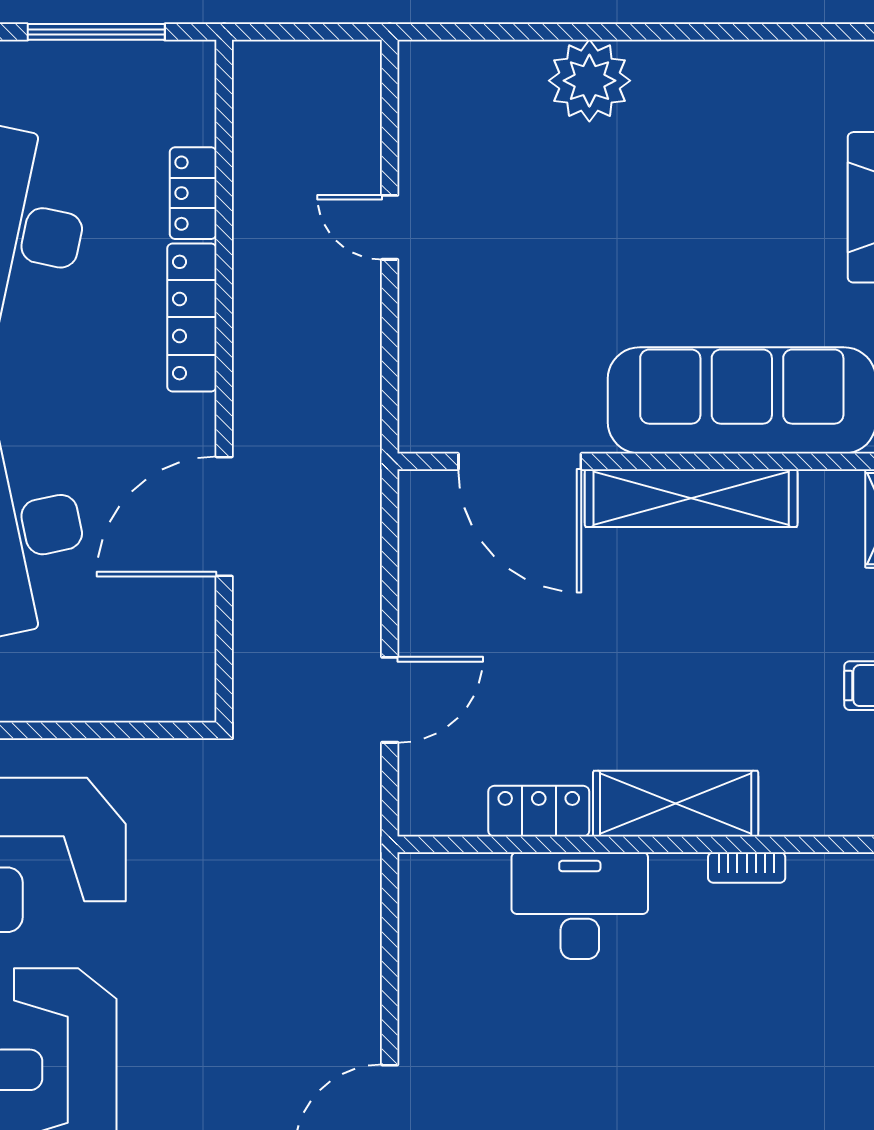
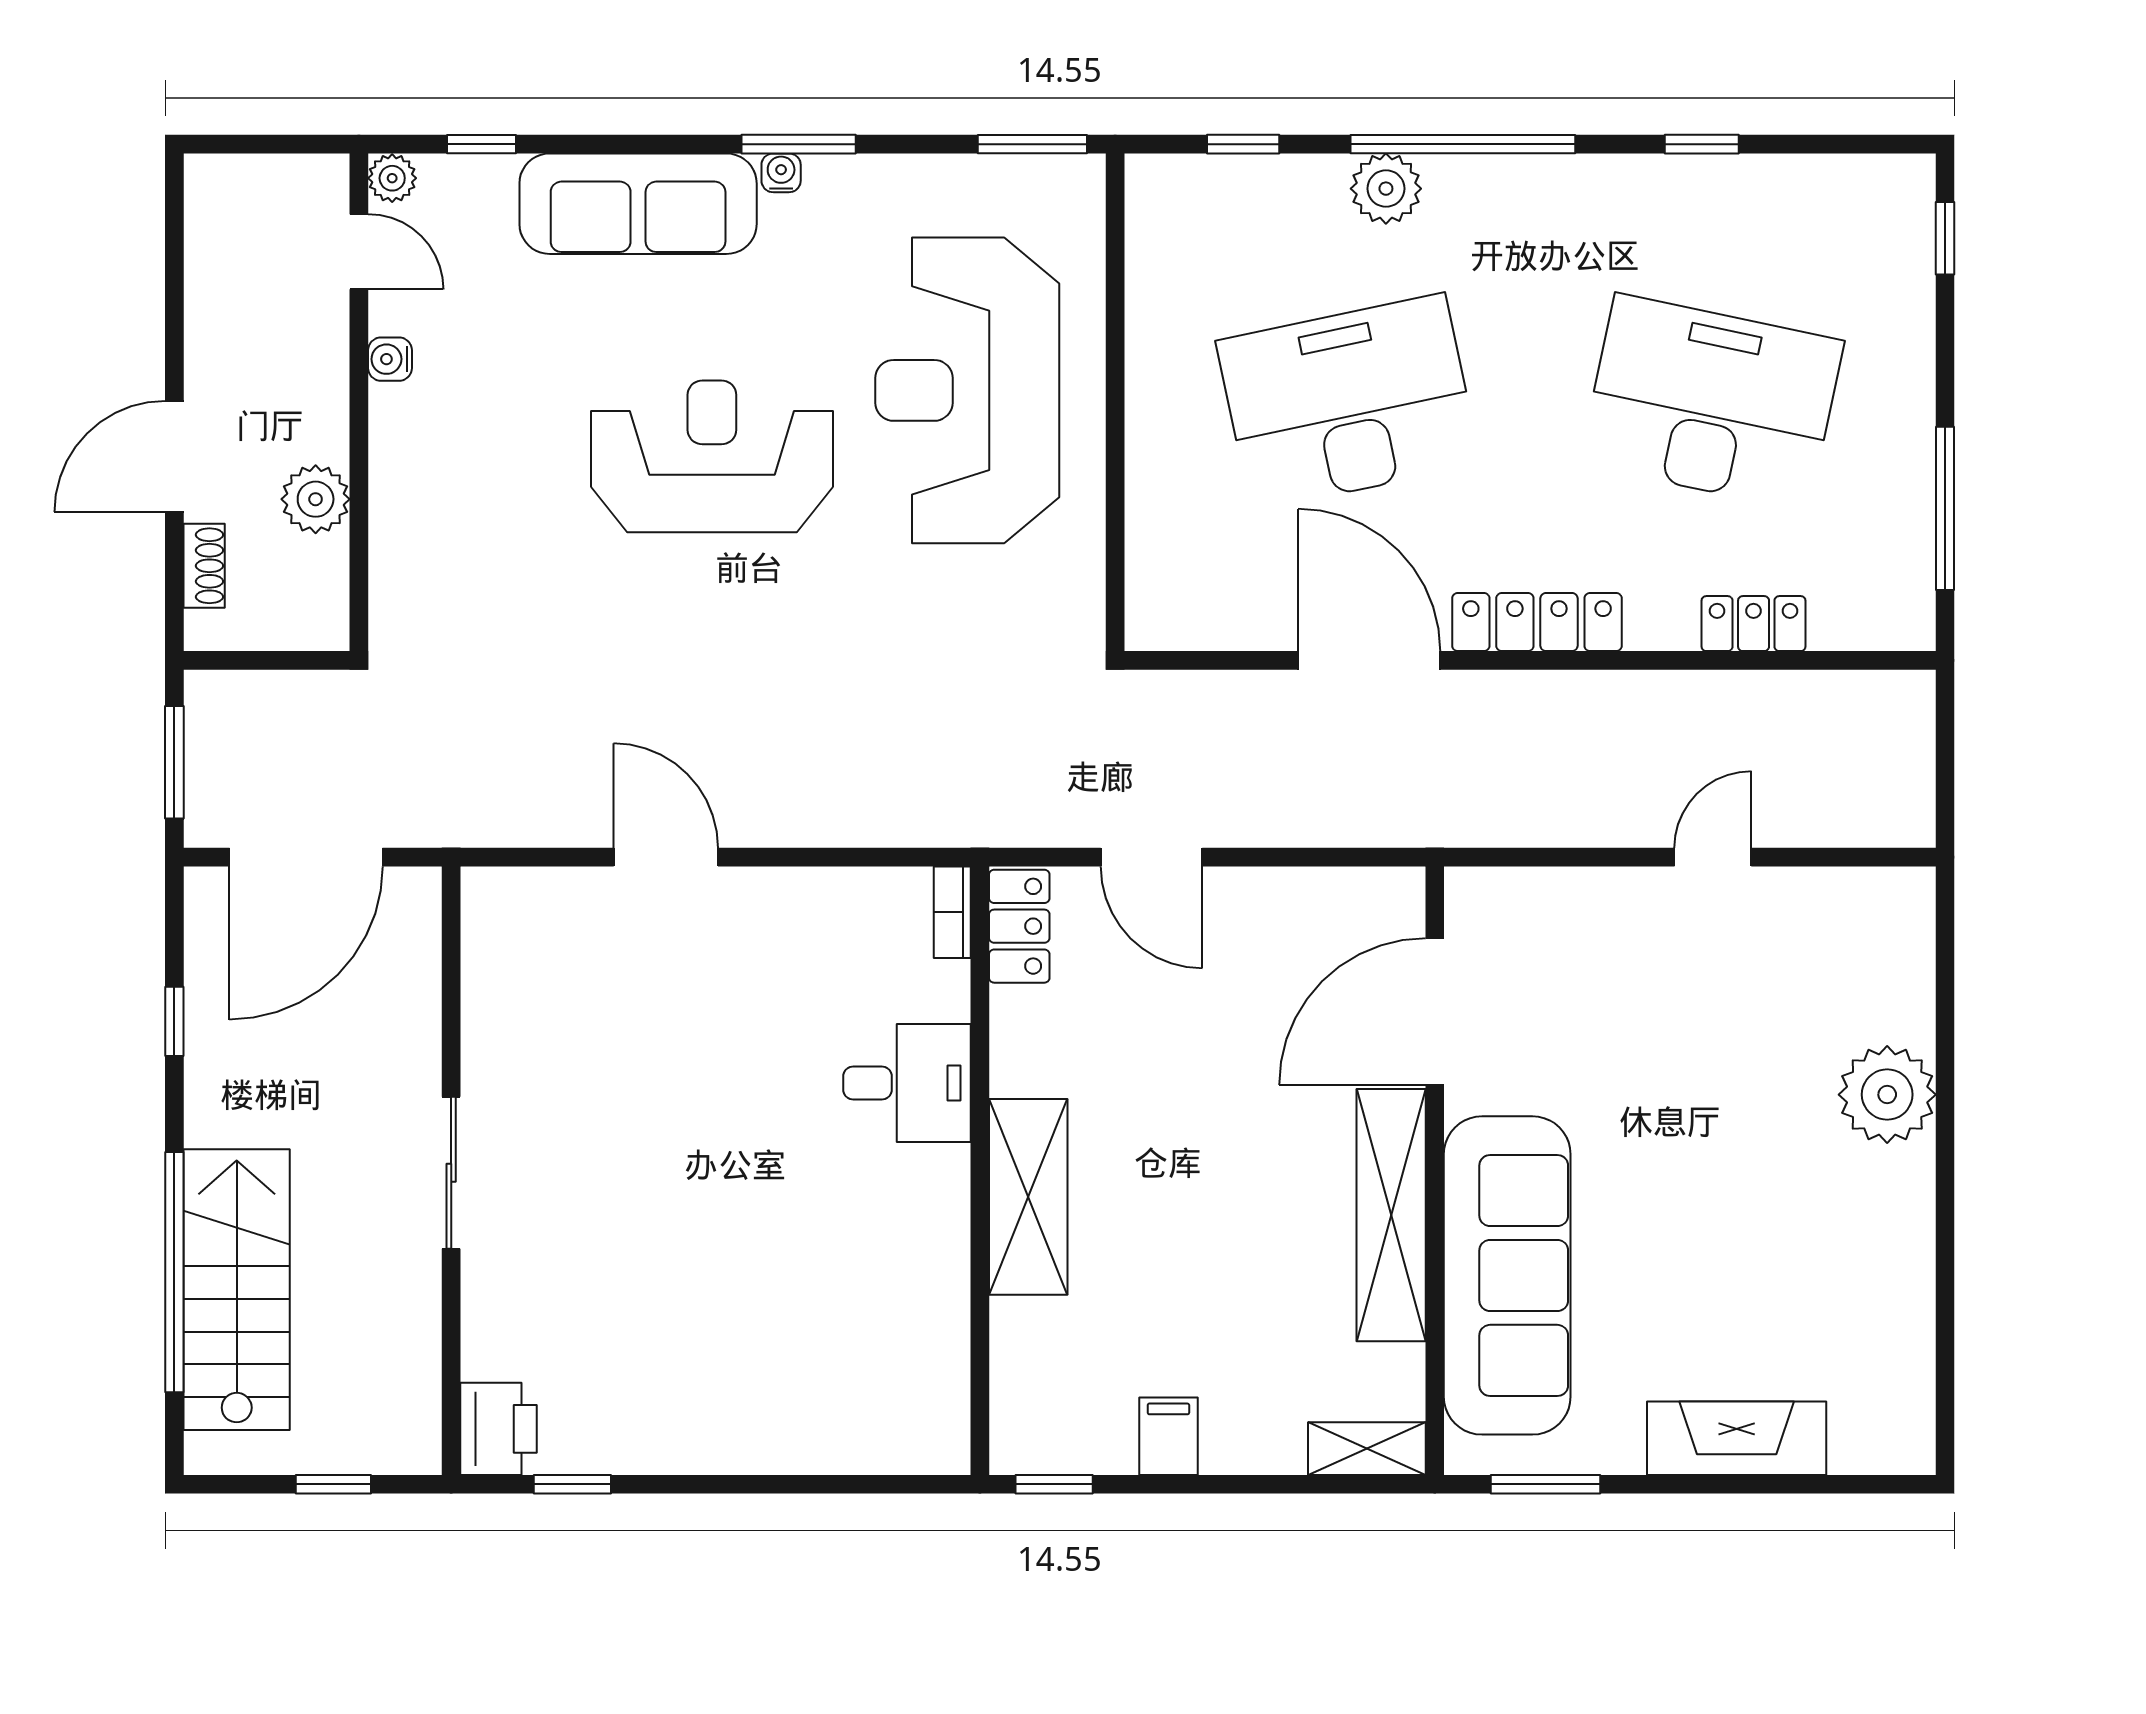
locker: (192, 317) -> (1537, 622), moved
locker: (539, 811) -> (1019, 926), moved
bookcase: (747, 868) -> (952, 912), moved
desk: (580, 906) -> (907, 1083), width x0.73

